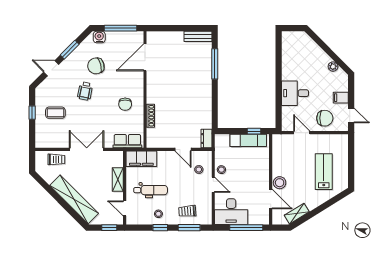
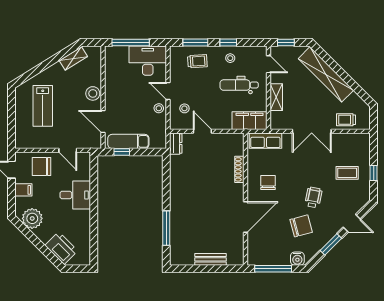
bench: (198, 36) -> (210, 259), moved
printer: (307, 46) -> (61, 248), added
door: (145, 57) -> (245, 217), moved
plant: (333, 67) -> (32, 218), width x1.88, depth x1.88
door: (271, 199) -> (103, 121), moved

